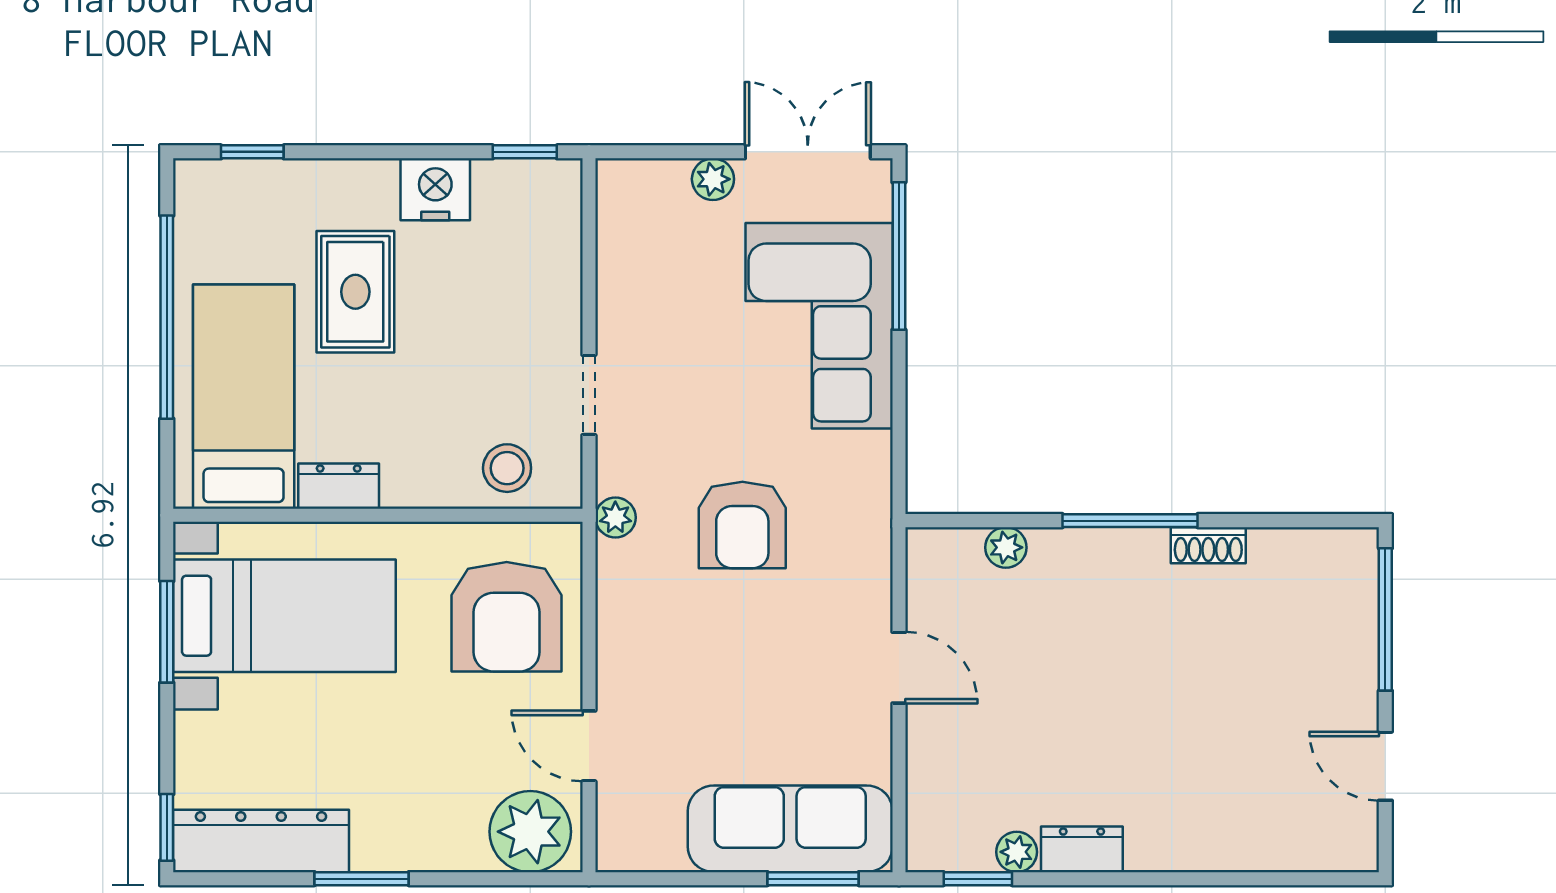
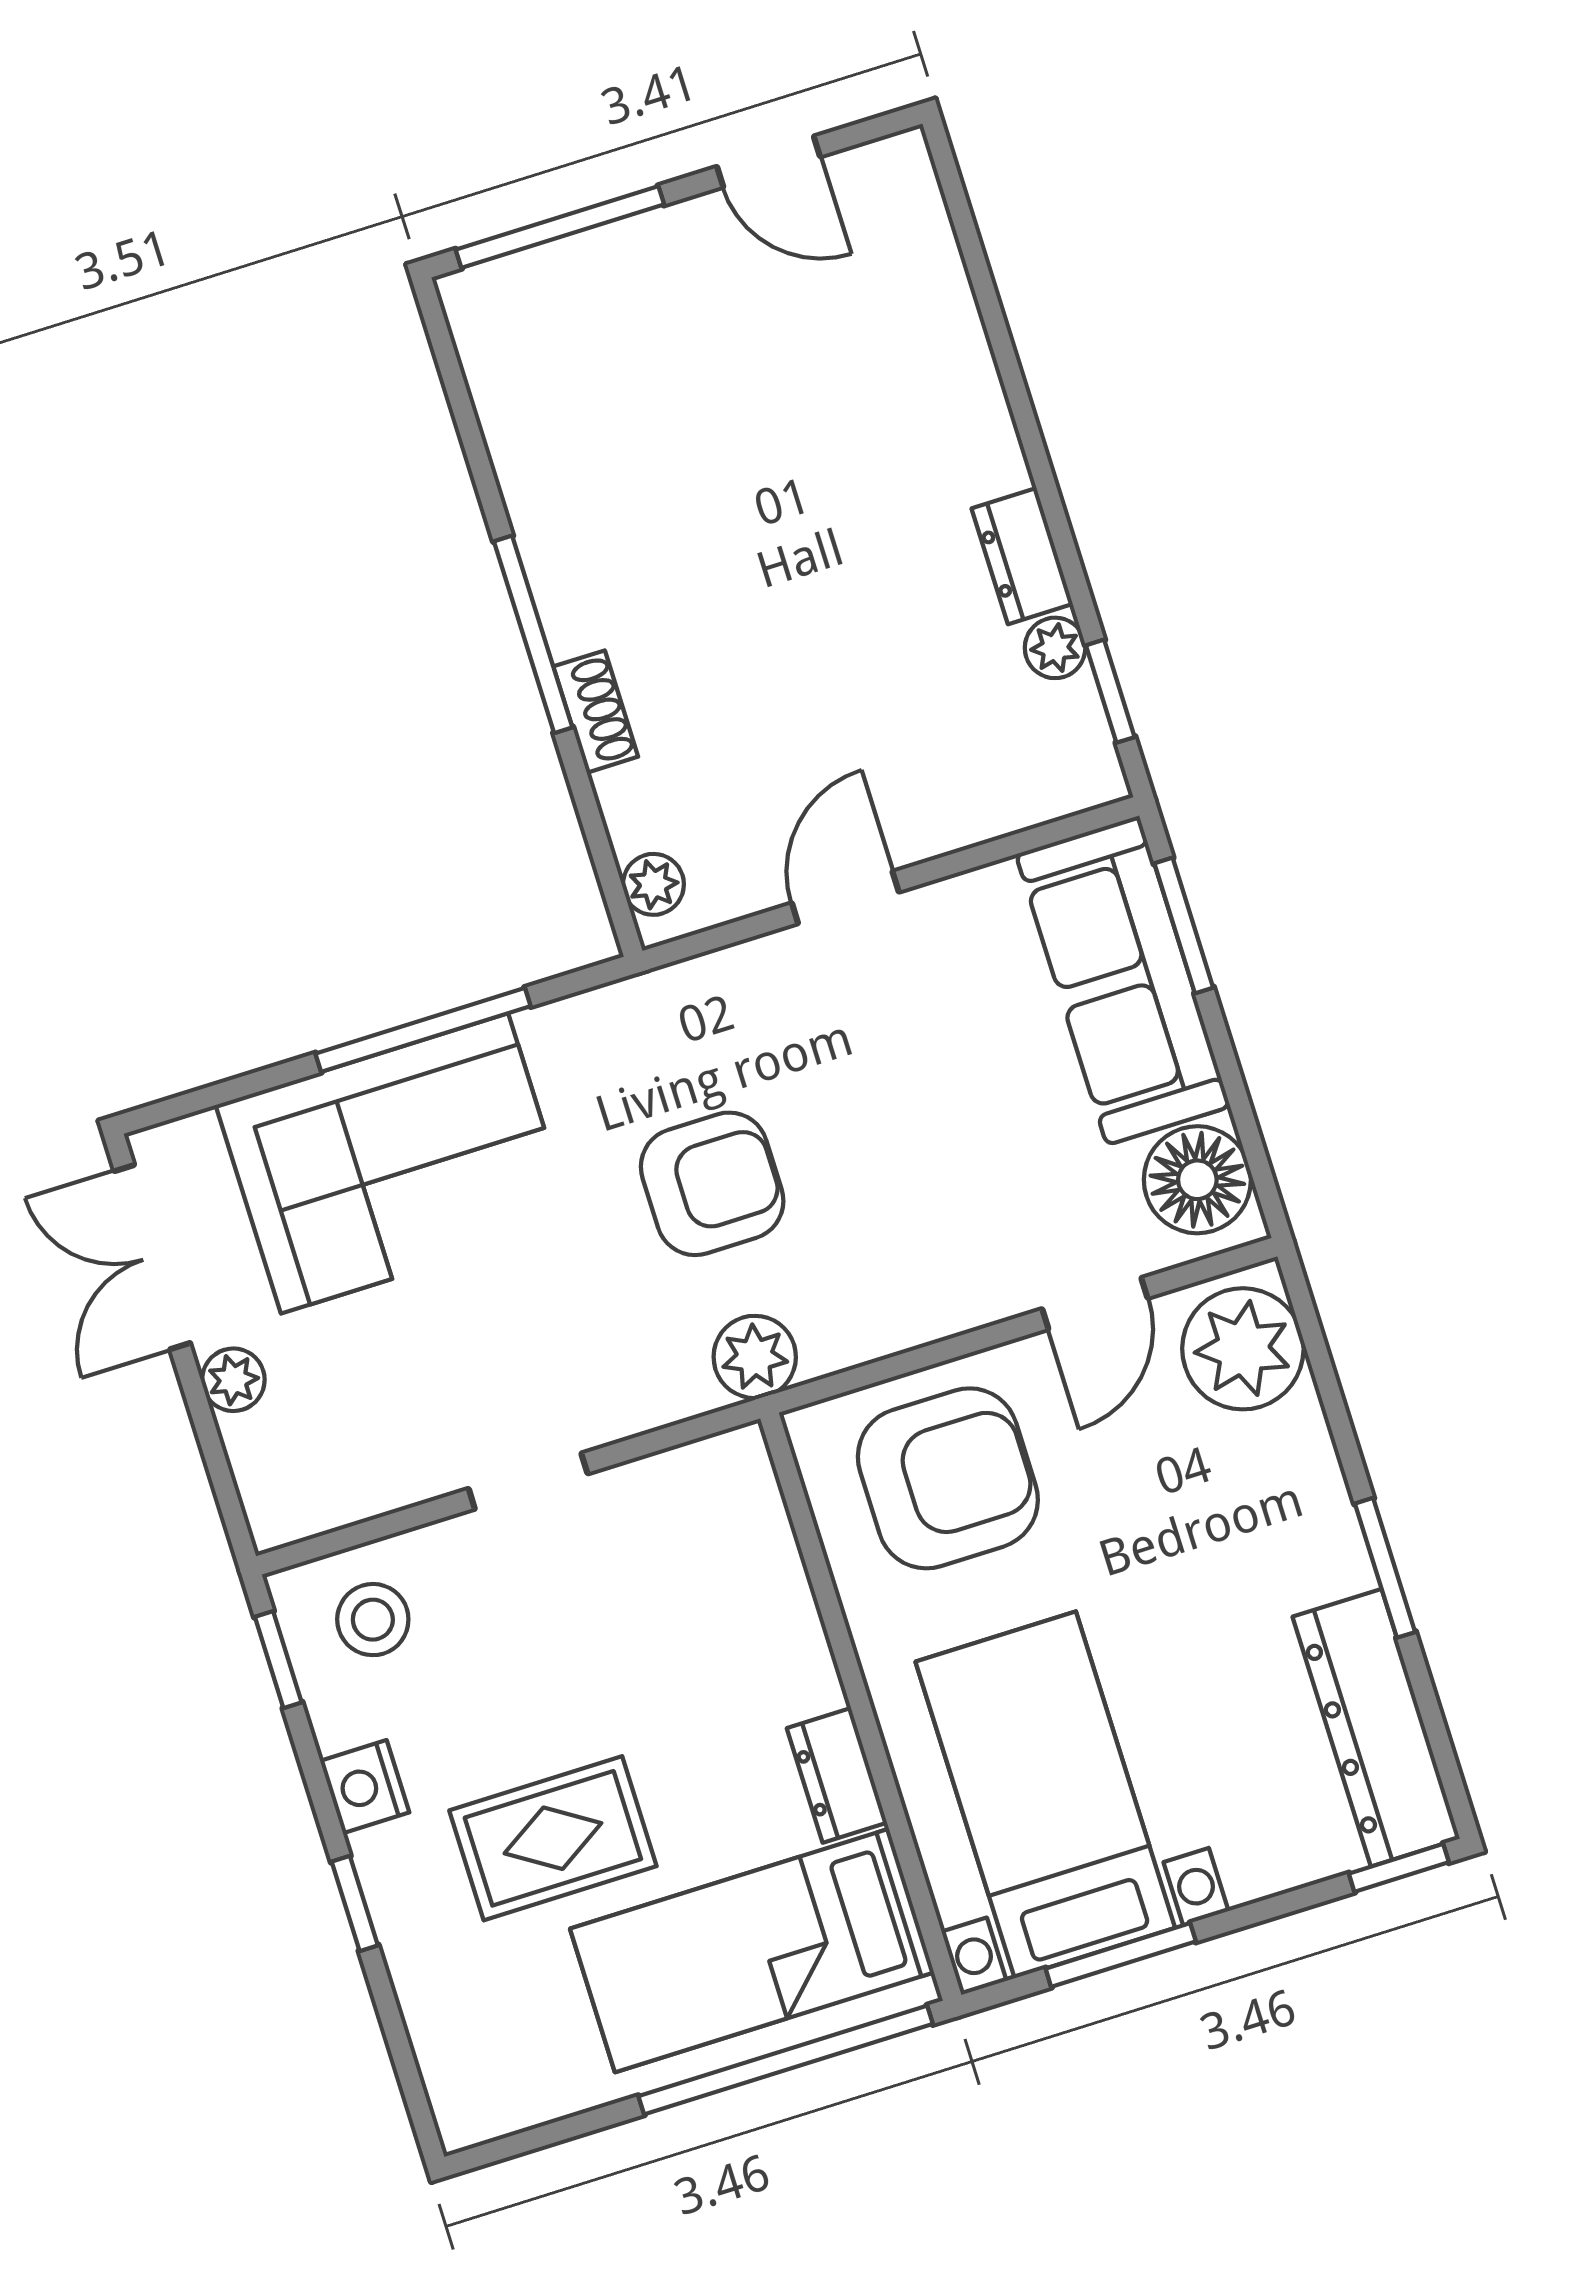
window: (252, 152) -> (355, 1903), moved
nightstand: (435, 189) -> (365, 1787), width x0.74, depth x0.75
window: (899, 256) -> (423, 1030), moved
window: (167, 317) -> (786, 2060), moved
doorway: (589, 395) -> (528, 1481), moved
stool: (507, 468) -> (373, 1620), moved
plant: (615, 518) -> (755, 1357), width x1.38, depth x1.38
shoe rack: (1208, 545) -> (596, 712), moved
plant: (1006, 547) -> (653, 884), moved
door: (1385, 766) -> (769, 162), hinge flipped
floor lamp: (648, 836) -> (1197, 1180), added

